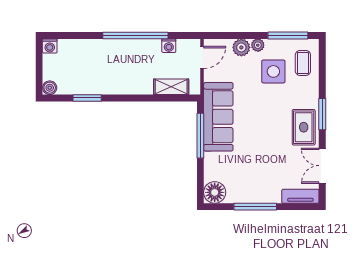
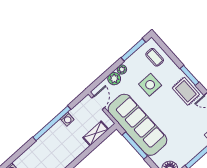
washing machine: (169, 46) -> (67, 119), moved
side table: (273, 71) -> (150, 85), moved
sofa: (218, 117) -> (137, 125), width x1.36, depth x1.27

